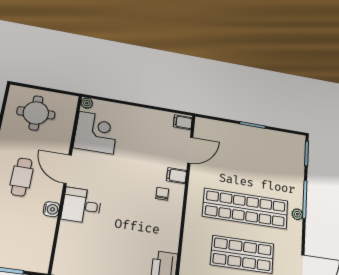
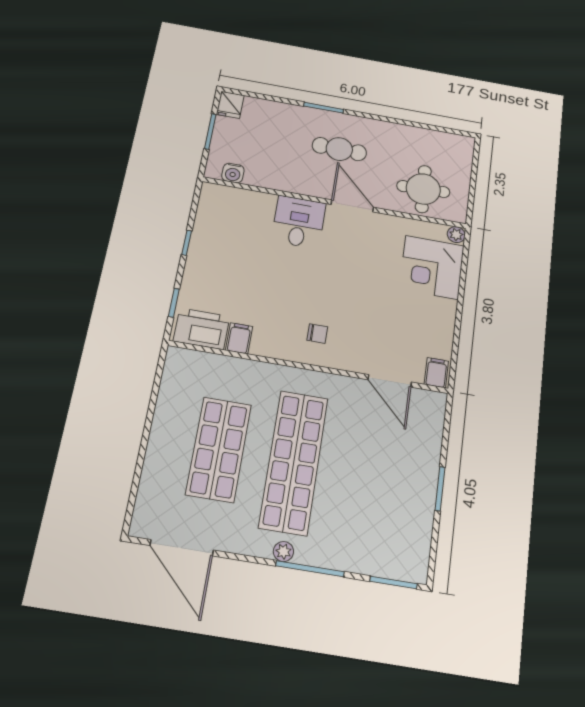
round table: (36, 113) -> (423, 189), moved
corner desk: (96, 133) -> (432, 267), moved, turned 90
door: (68, 169) -> (352, 206), hinge flipped
filing cabinet: (177, 176) -> (239, 338), moved
water cooler: (51, 209) -> (233, 173), moved

